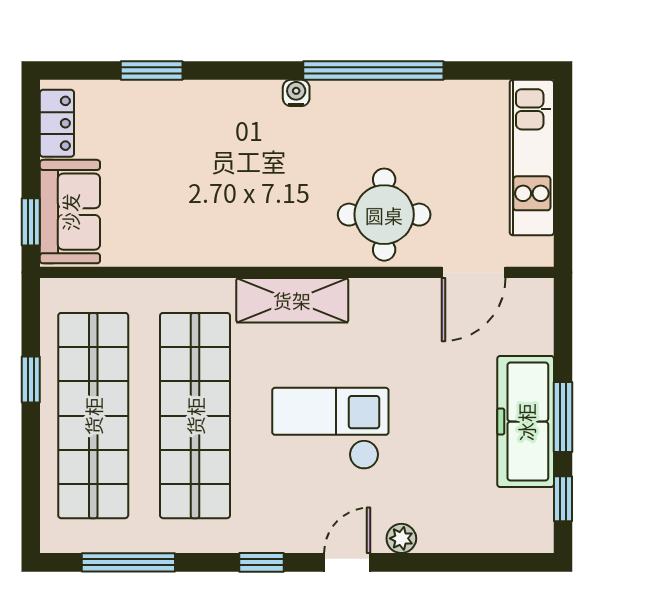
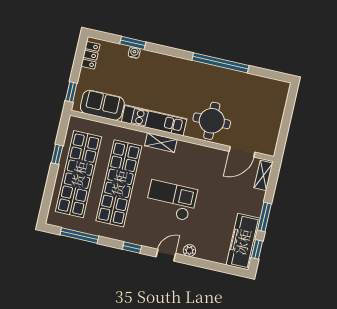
water cooler: (296, 93) -> (134, 53), moved
kitchen unit: (532, 158) -> (154, 120), moved, turned 90
sofa: (70, 212) -> (102, 105), moved, turned -90
shelving: (292, 300) -> (161, 143), width x0.67, depth x0.75
shelving: (538, 318) -> (263, 175), added
freezer: (526, 422) -> (243, 242), moved

